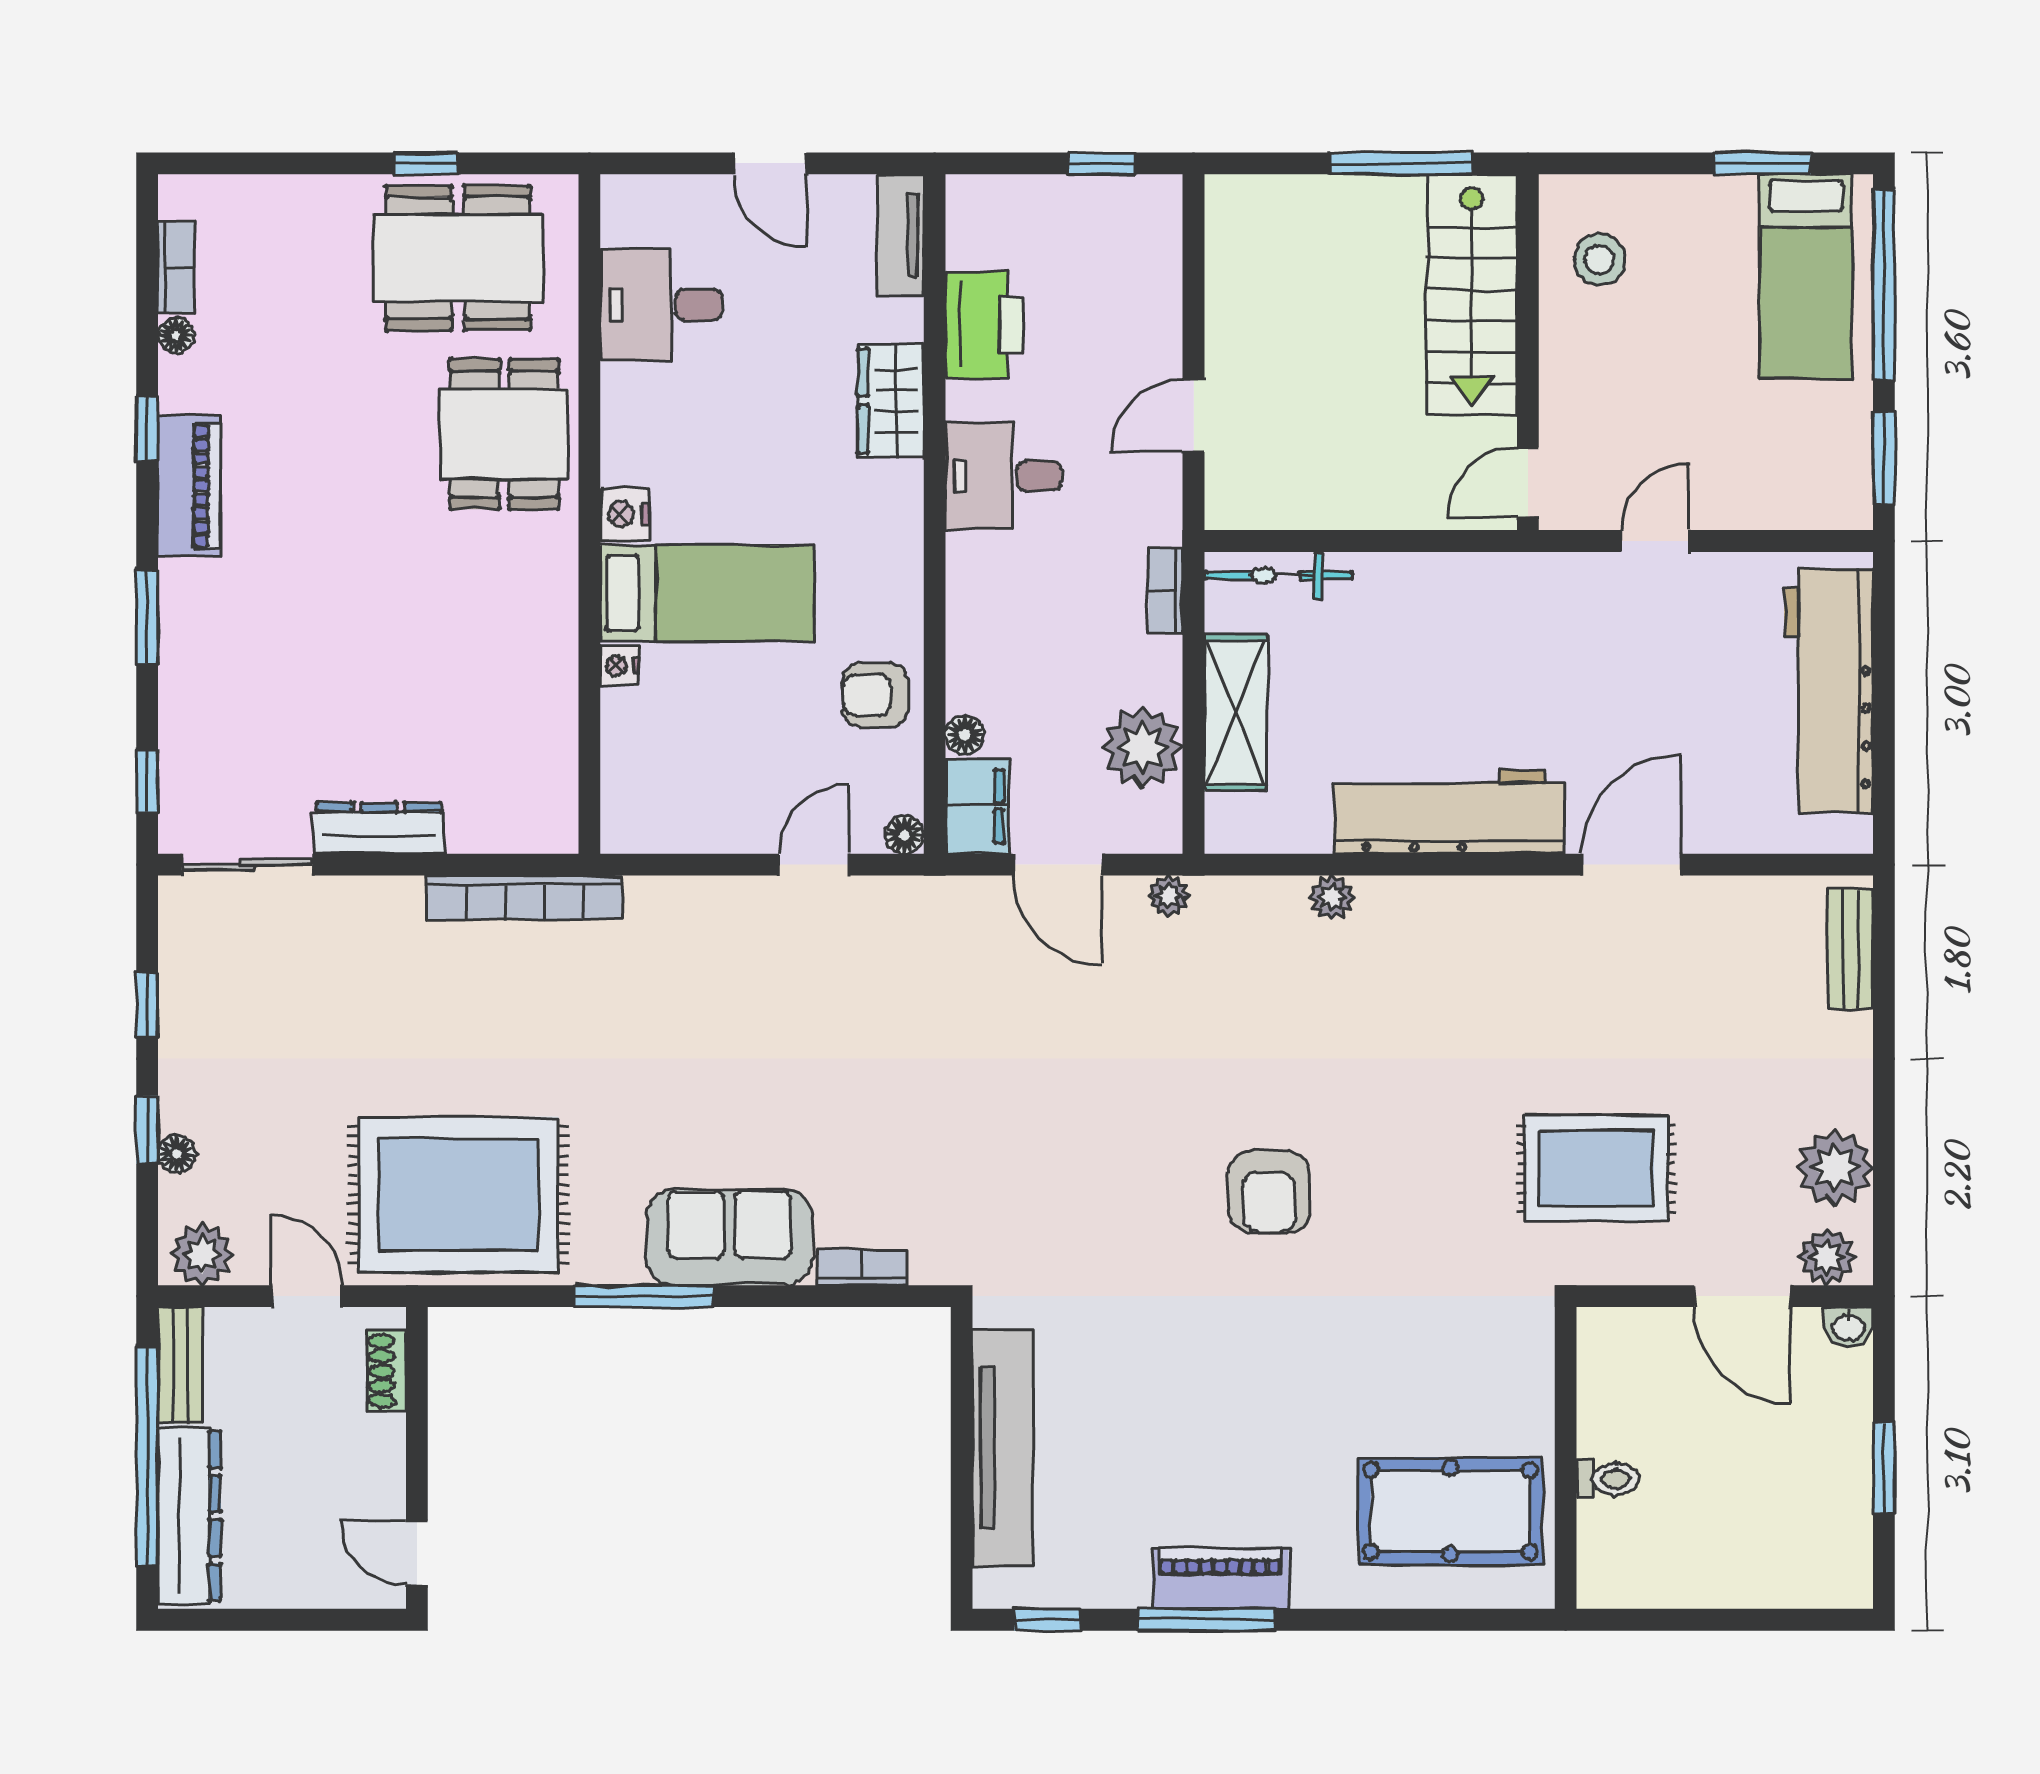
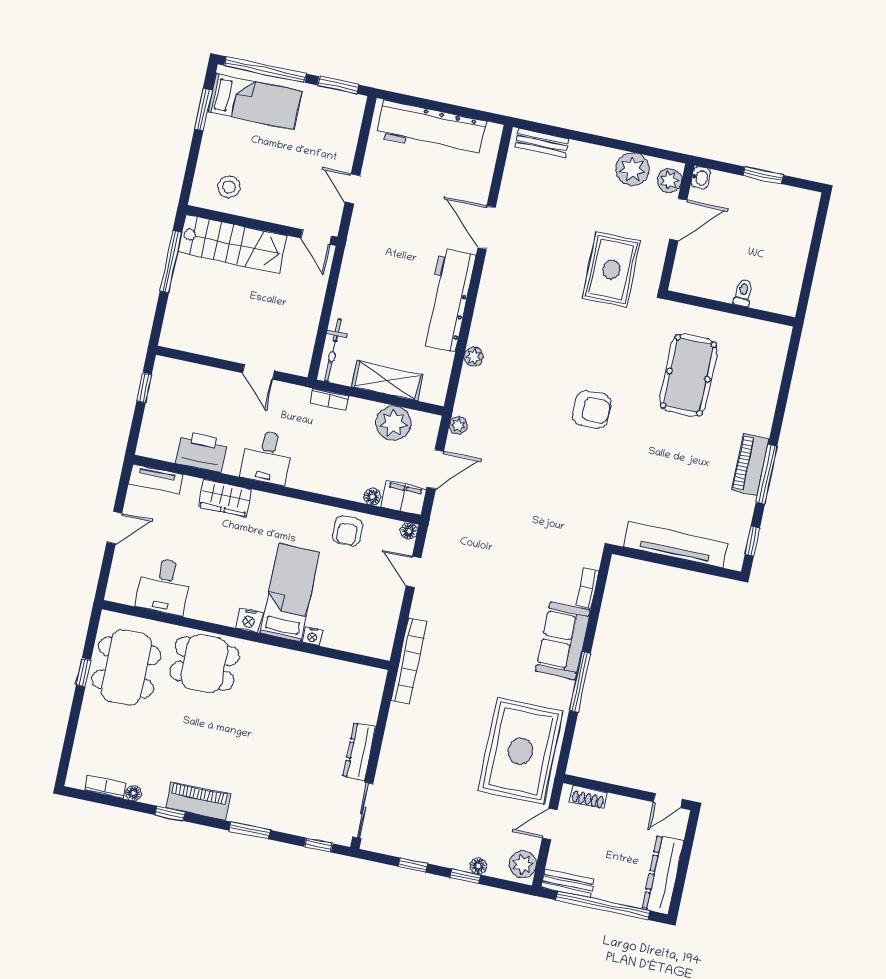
bookcase: (524, 898) -> (409, 661), moved
pool table: (1450, 1511) -> (688, 375), moved
dresser: (189, 1516) -> (663, 875), moved, turned -90

